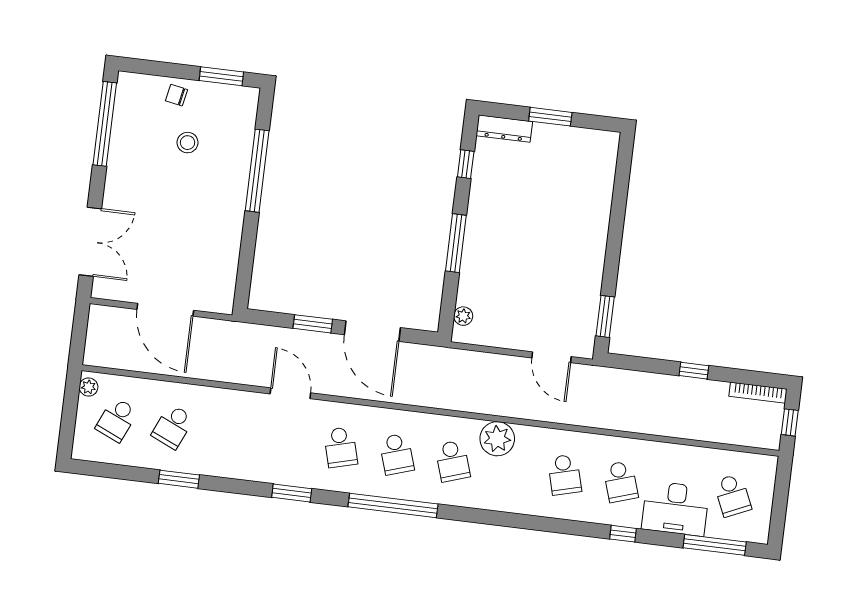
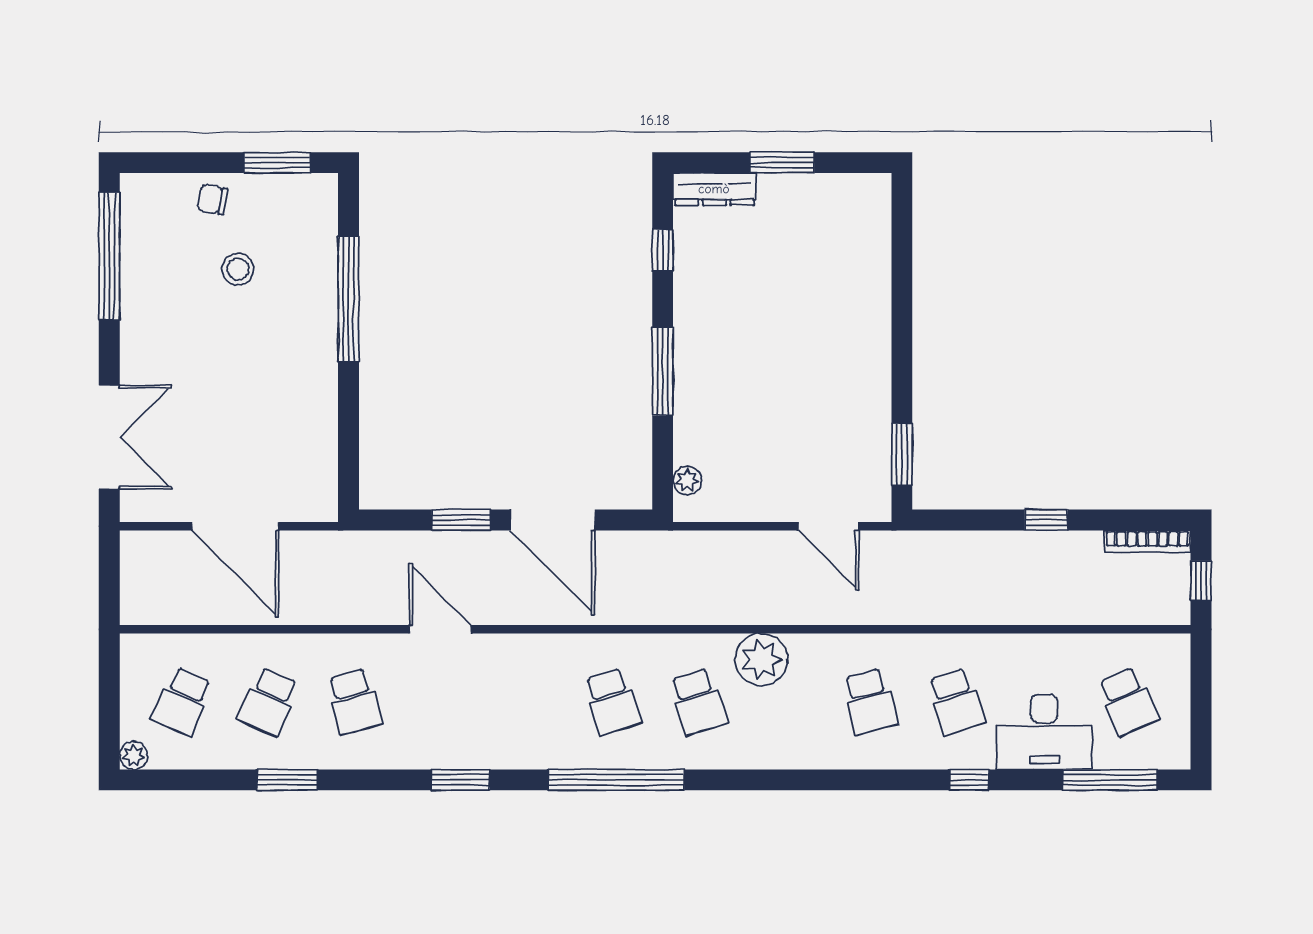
plant: (89, 387) -> (134, 756), moved
school desk: (341, 447) -> (354, 702), moved

